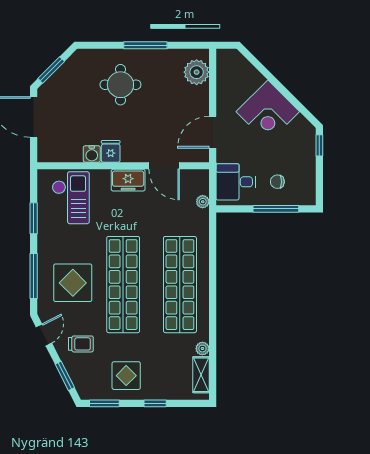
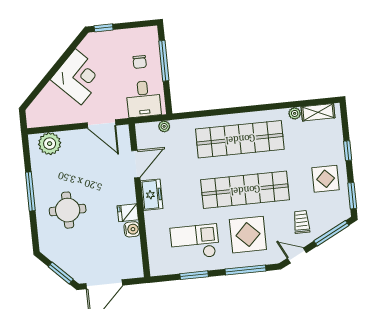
checkout: (71, 198) -> (195, 242), moved
window: (65, 376) -> (331, 233), width x1.44

